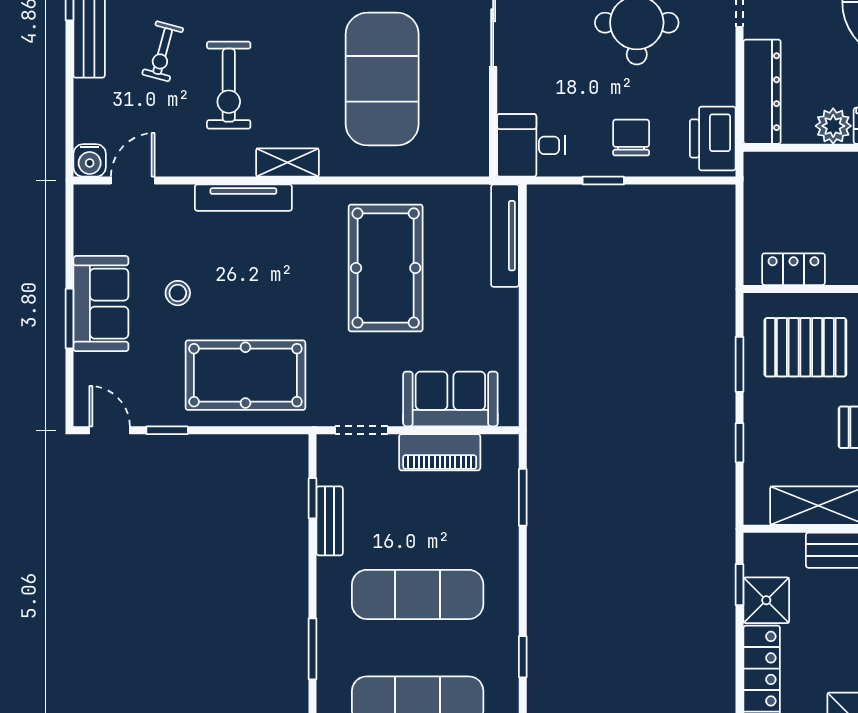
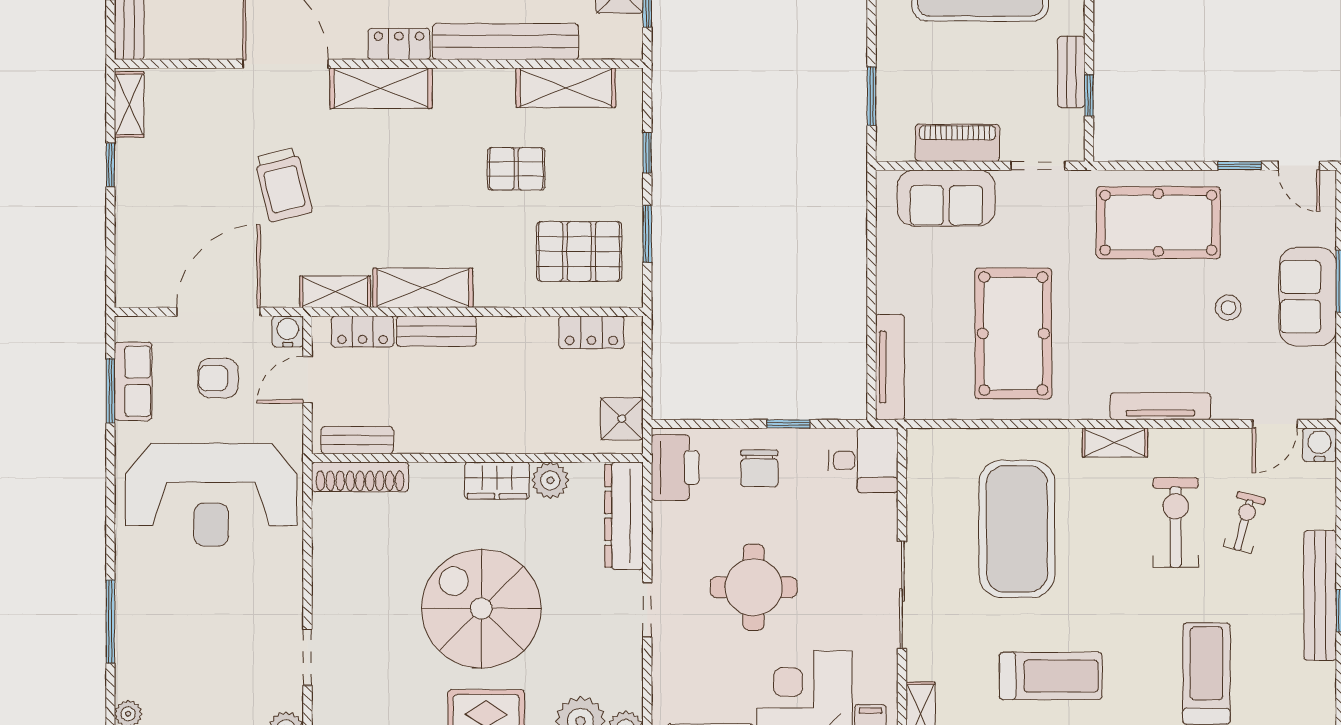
exercise bike: (163, 51) -> (1244, 522), moved
shower: (764, 186) -> (622, 419), added

